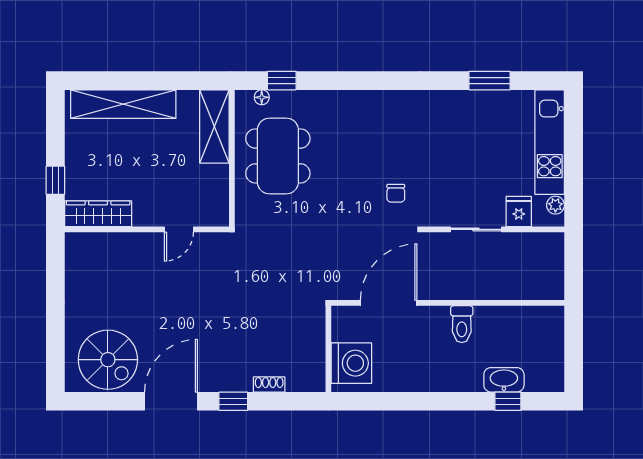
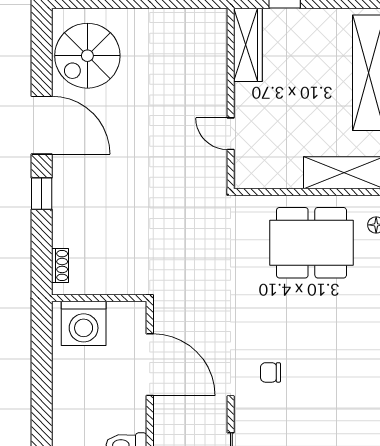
shoe rack: (269, 384) -> (60, 265), moved

